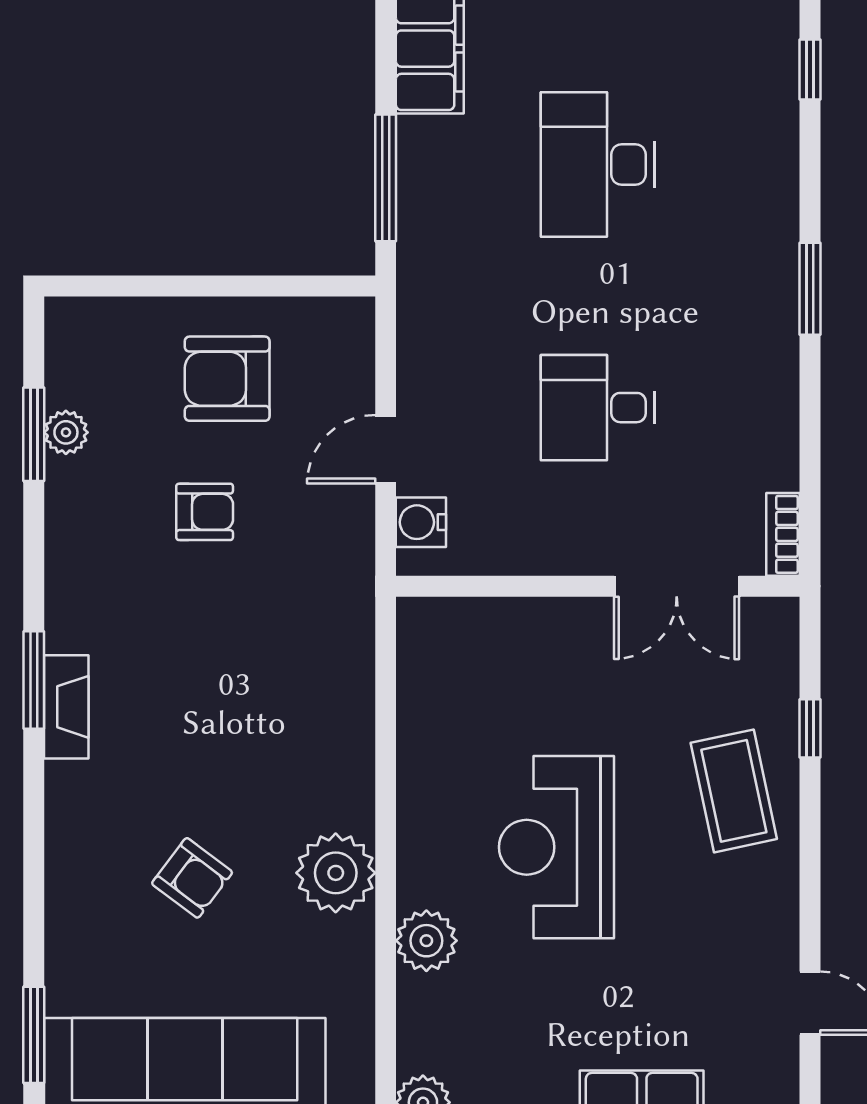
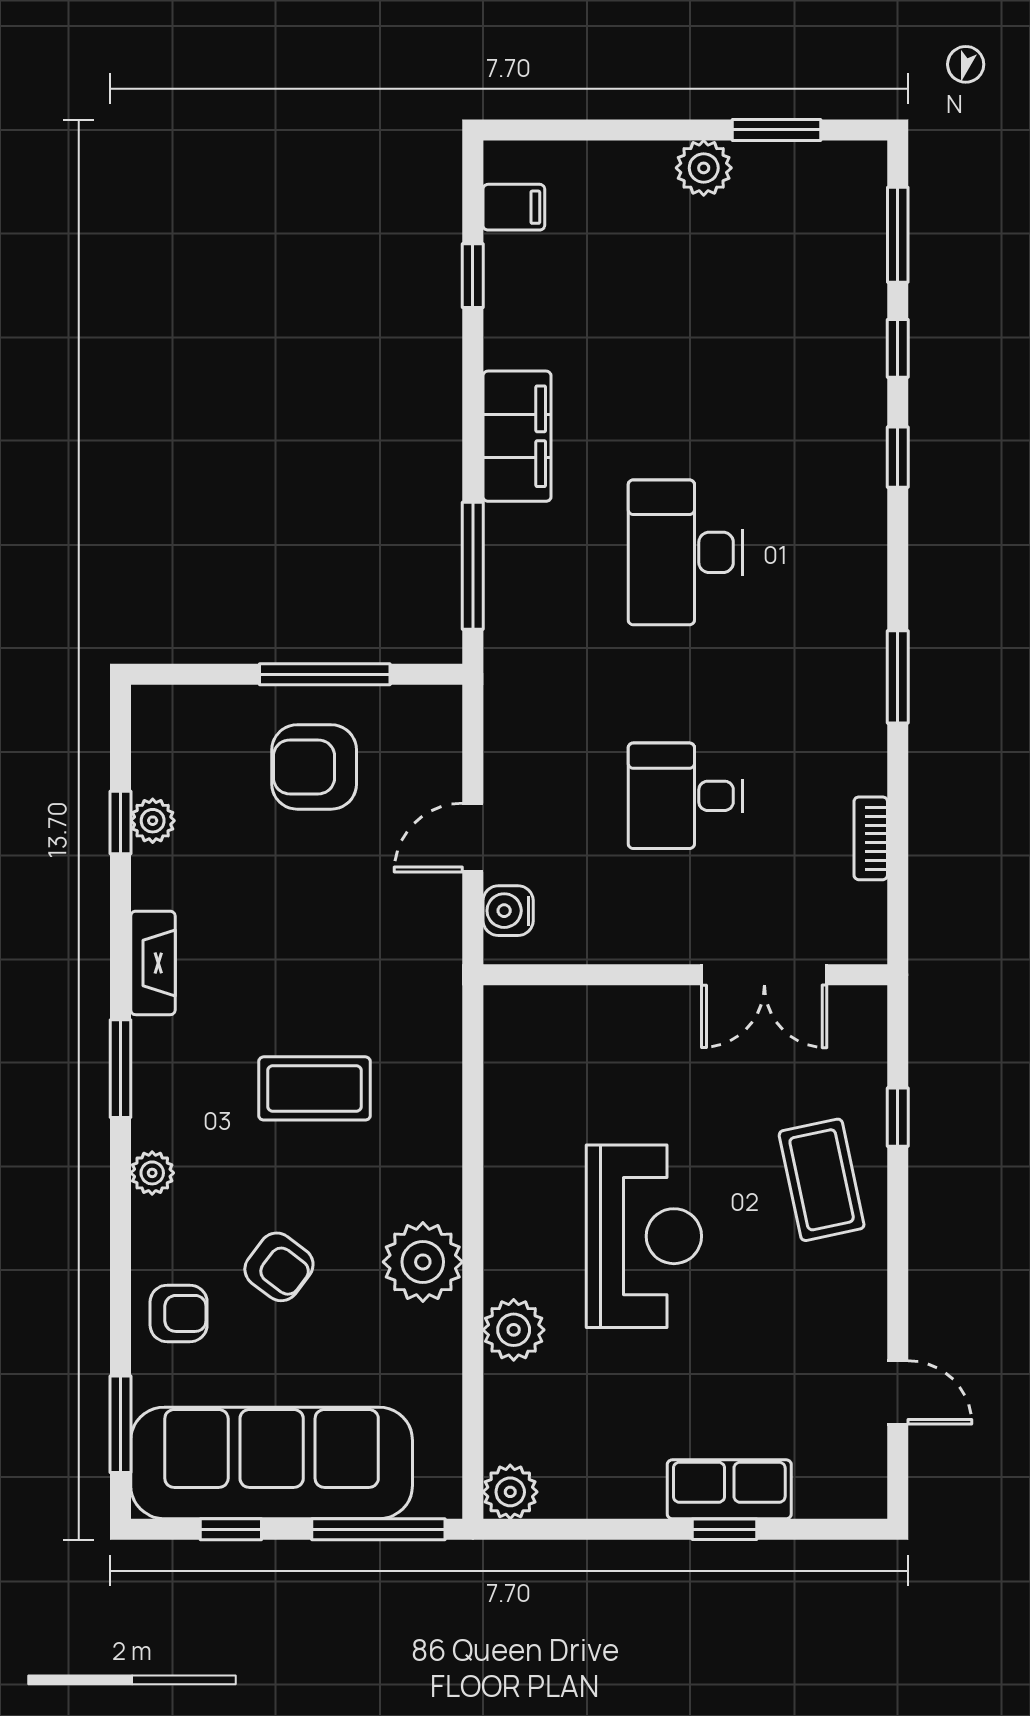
window: (238, 286) -> (325, 674), added
window: (34, 434) -> (120, 823), width x0.67
armchair: (205, 512) -> (179, 1313), moved
bookcase: (783, 534) -> (871, 838), moved
coffee table: (228, 700) -> (315, 1088), added
fireplace: (66, 707) -> (153, 963), moved
plant: (66, 784) -> (152, 1173), added
reception desk: (557, 847) -> (644, 1236), turned 180

